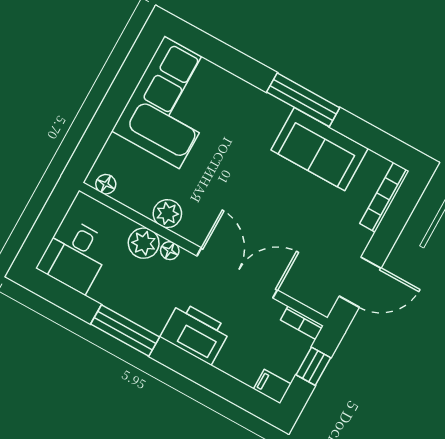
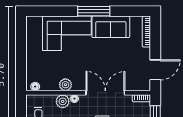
corner sofa: (172, 102) -> (67, 33), moved, turned 90

